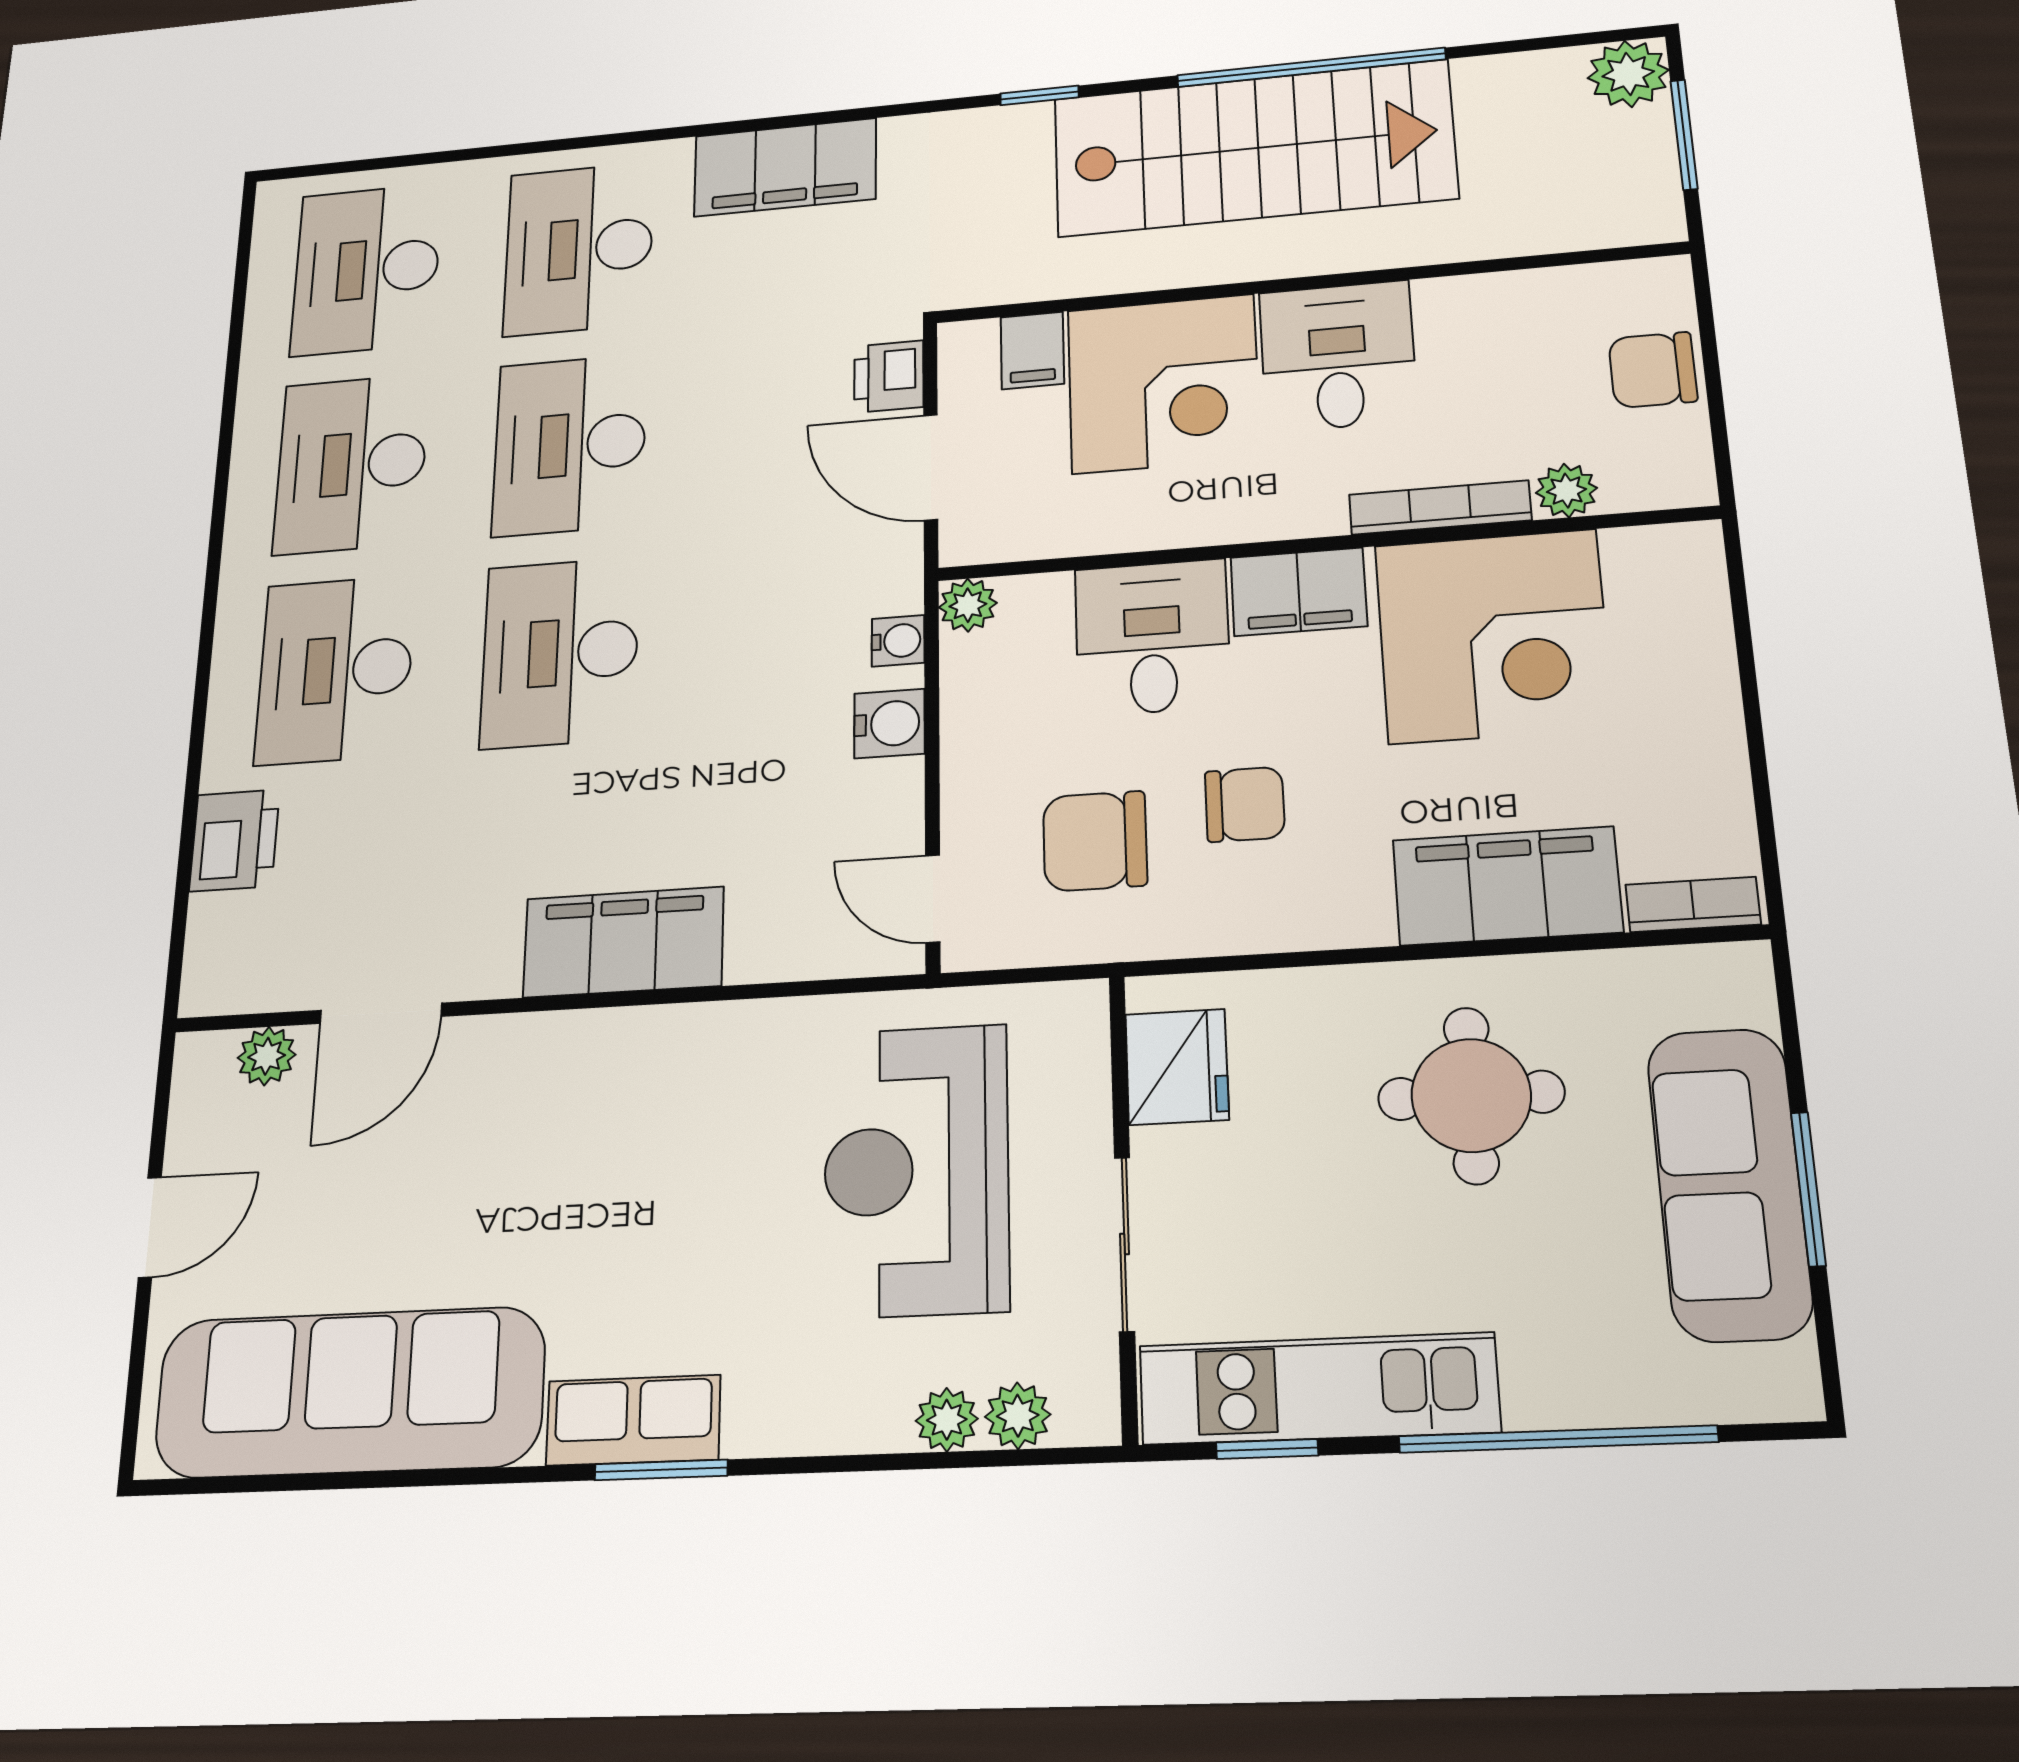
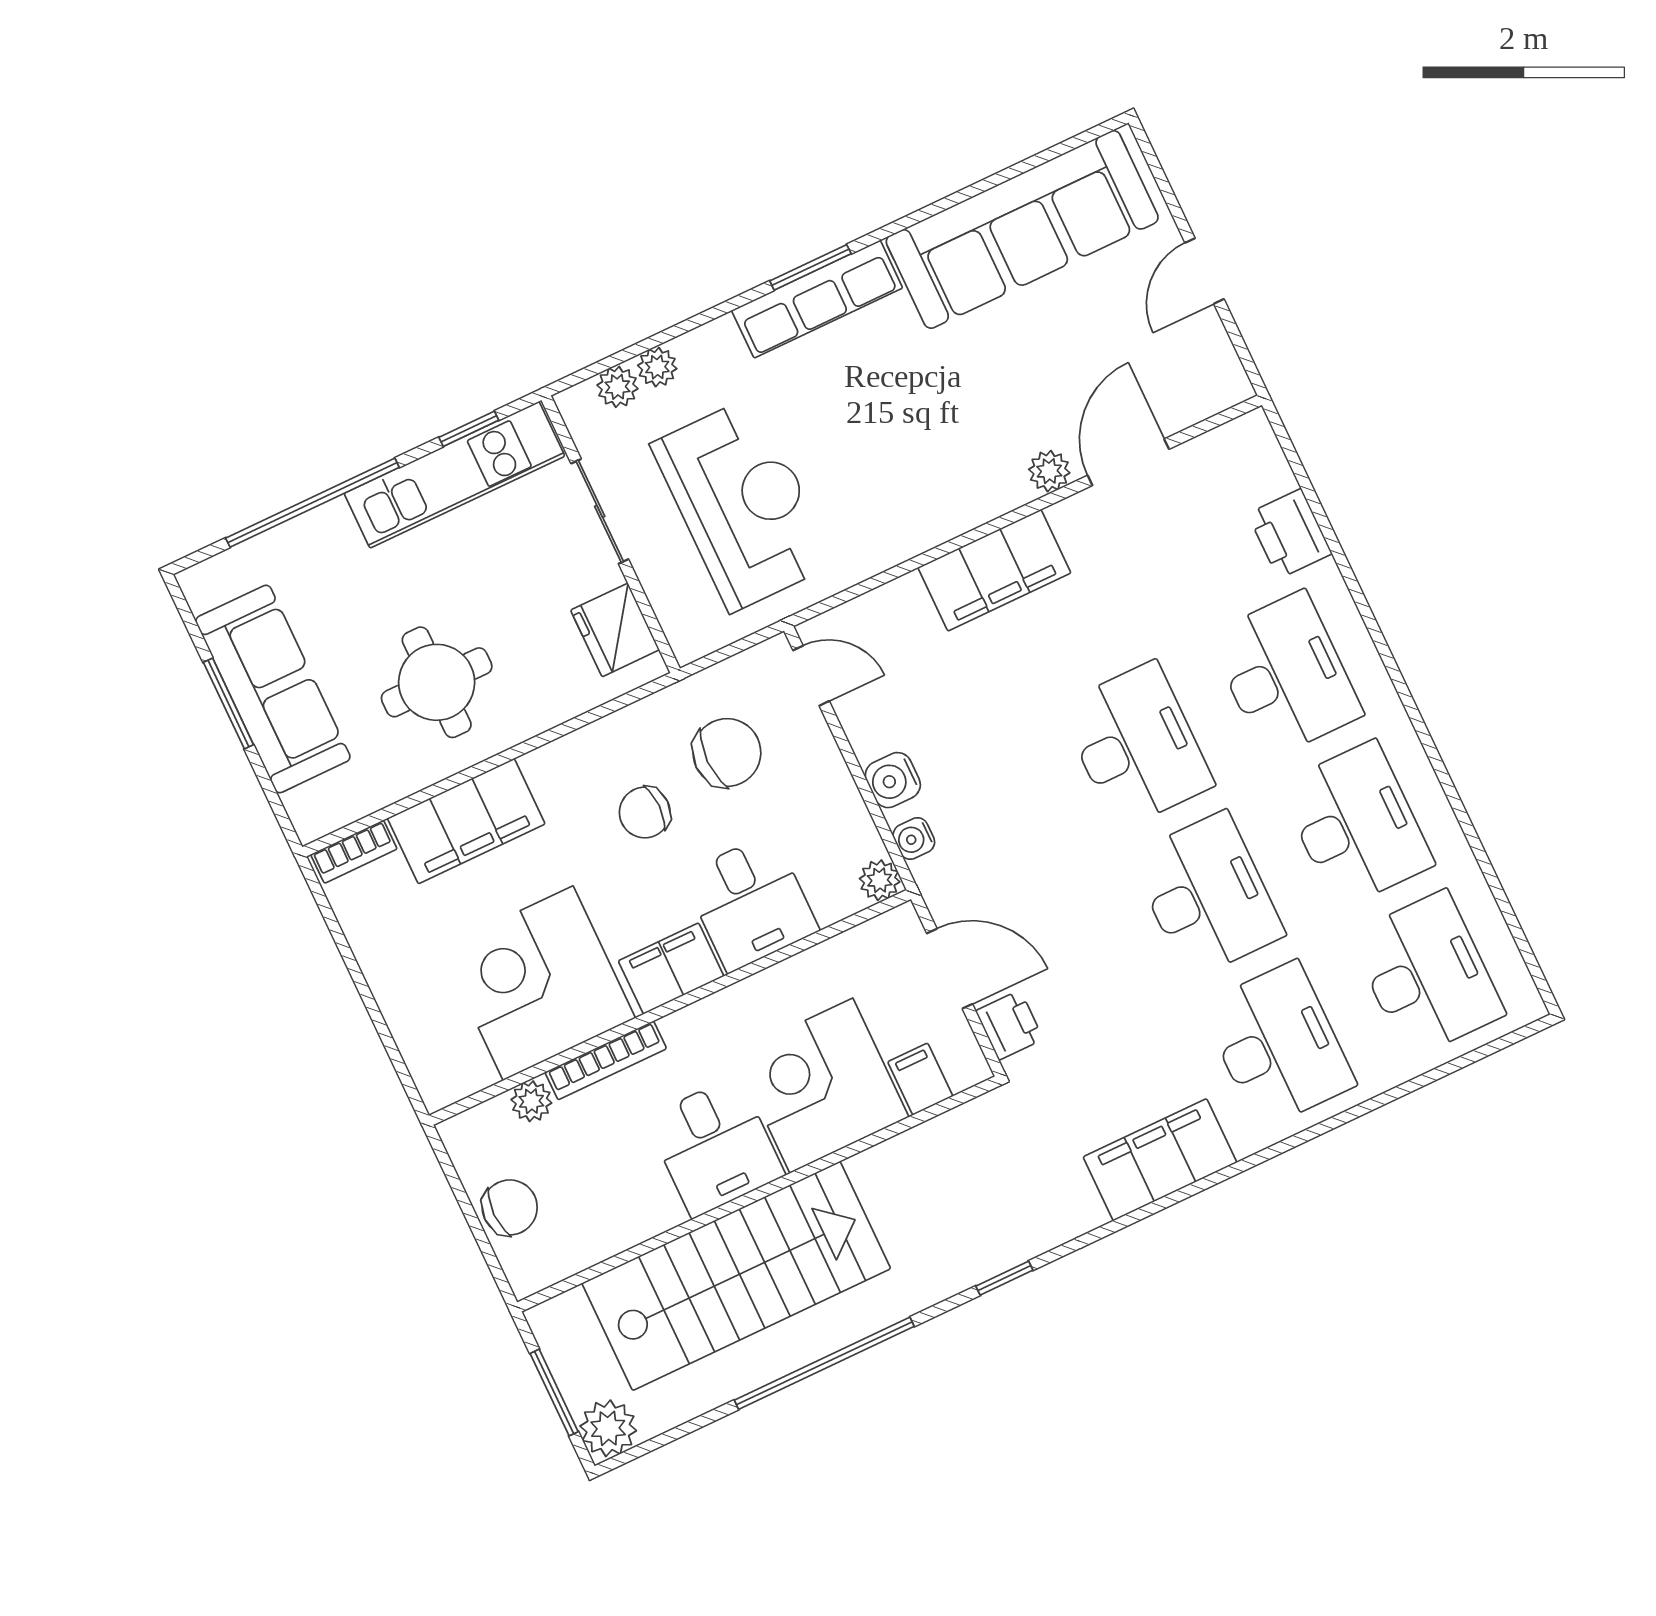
stairs: (1253, 148) -> (736, 1276), moved, turned 180
plant: (267, 1056) -> (1049, 471), moved
row of seats: (633, 1420) -> (817, 299), width x1.48

